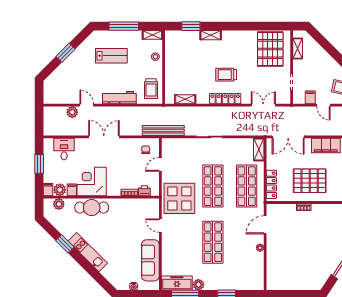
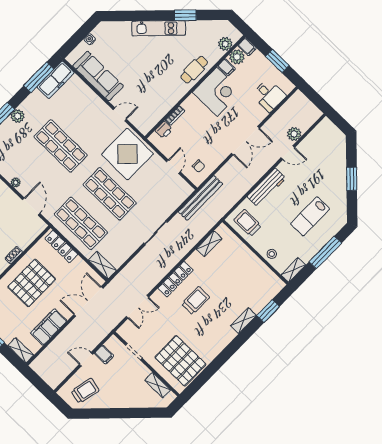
cafe table: (92, 208) -> (194, 70), width x0.73, depth x0.74
plant: (198, 285) -> (18, 116), moved

